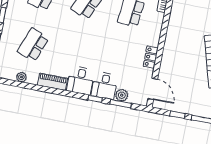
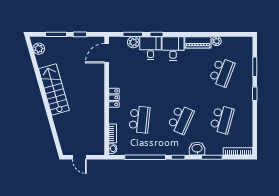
locker: (151, 57) -> (114, 98), moved
plant: (21, 77) -> (216, 41), moved
door: (153, 89) -> (107, 53), hinge flipped

